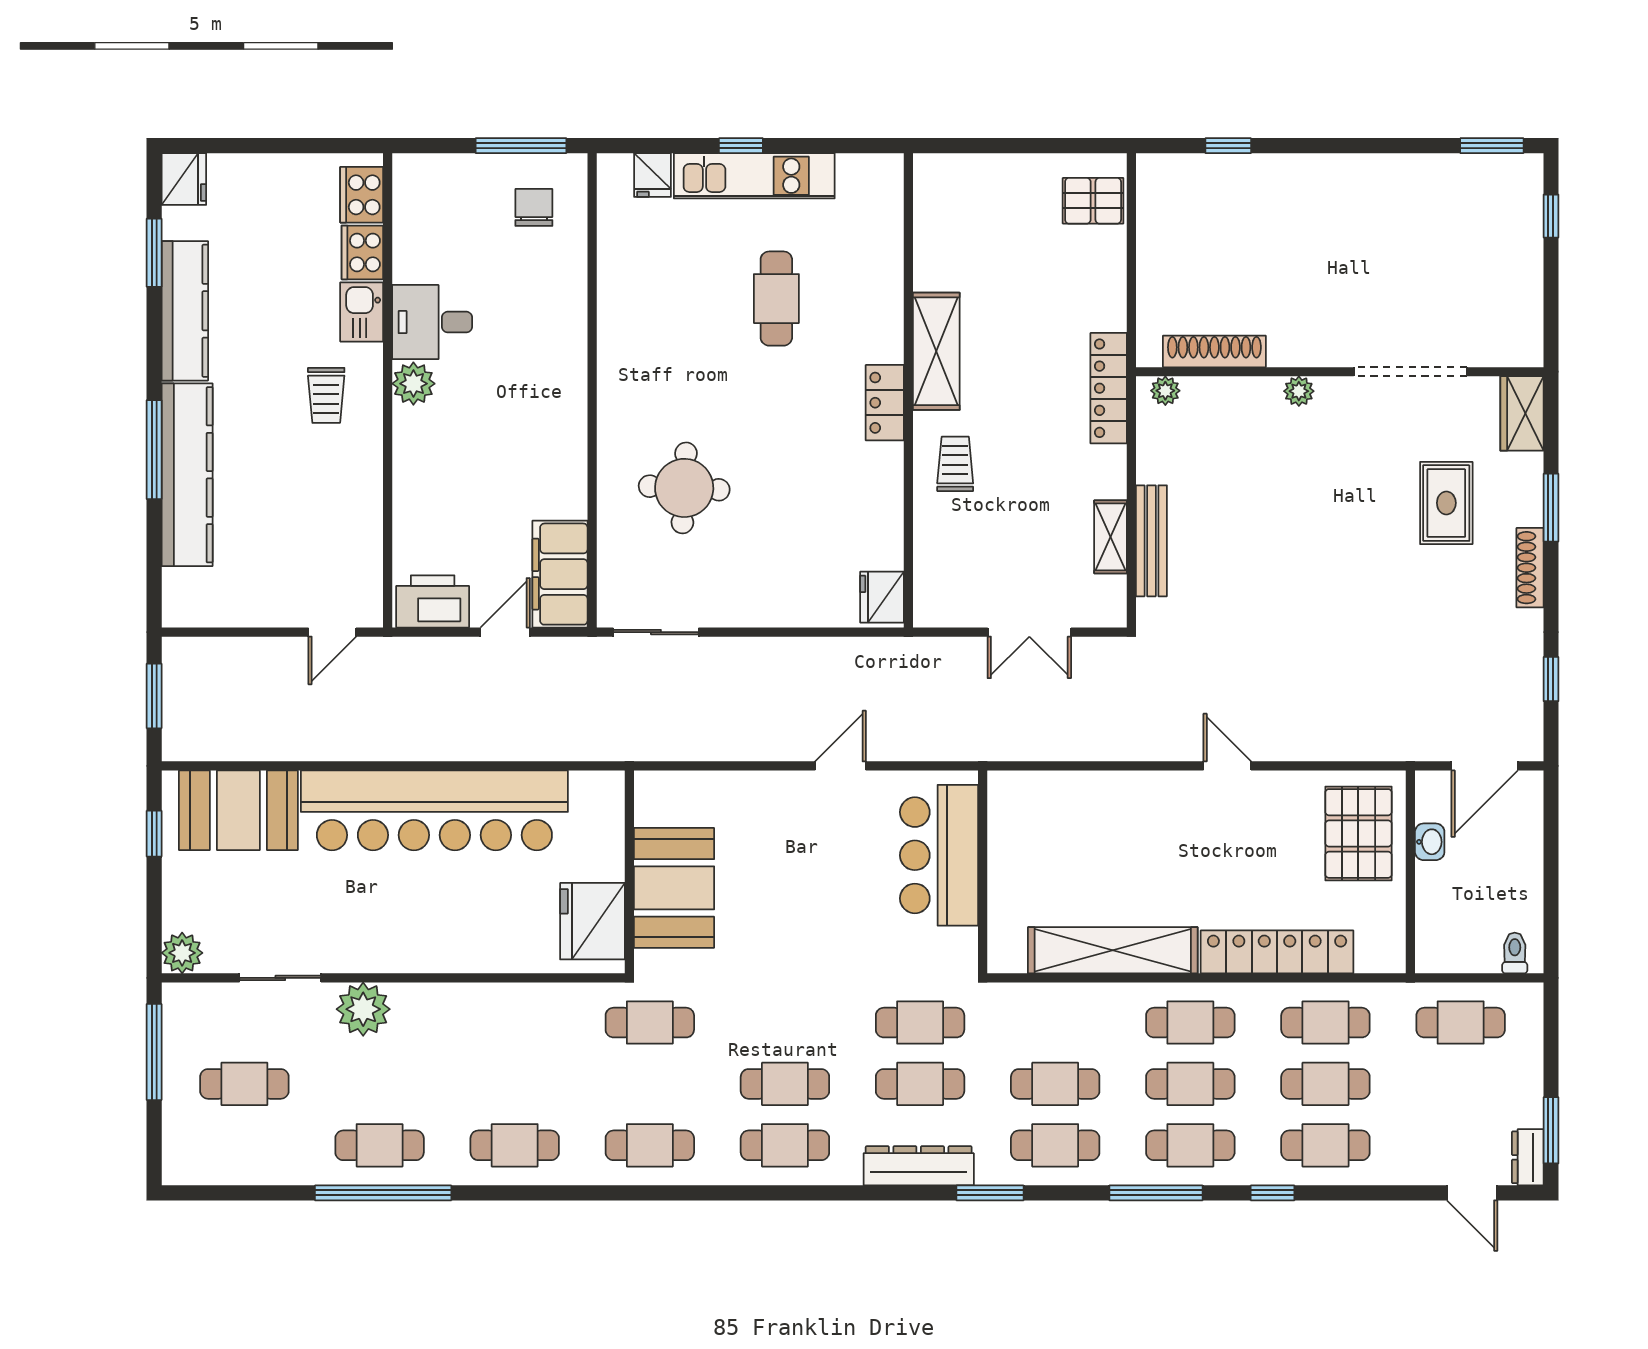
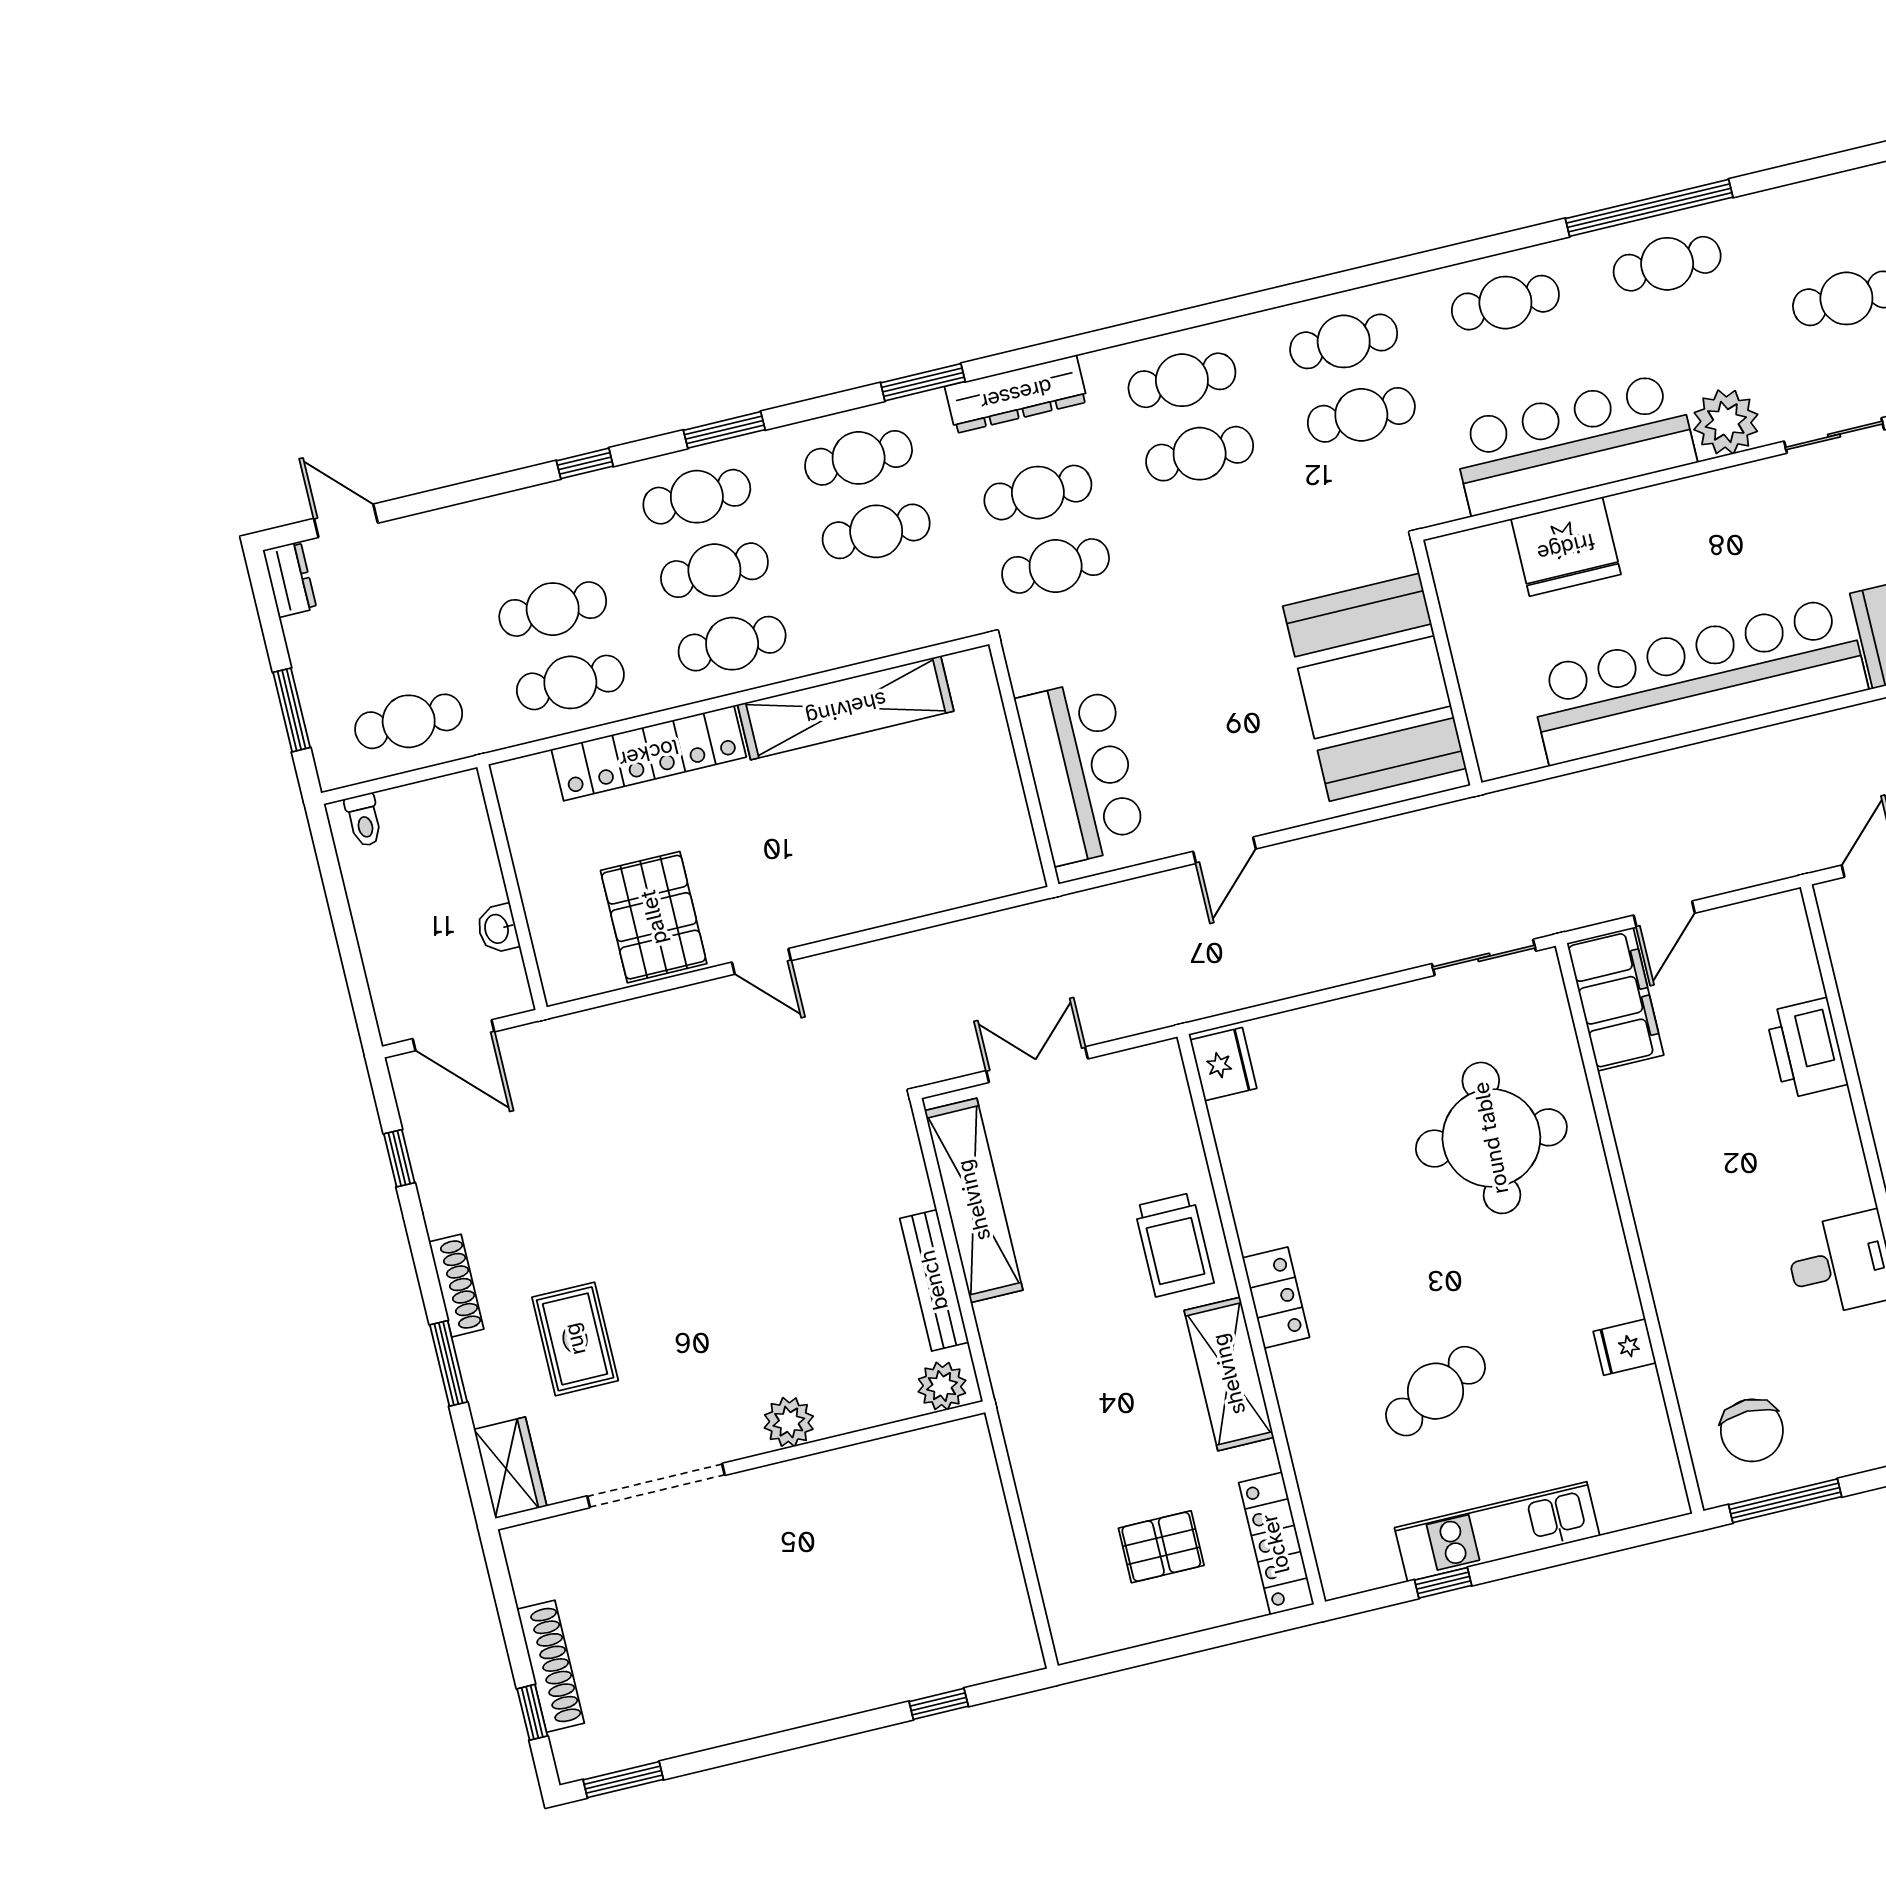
window: (741, 146) -> (1443, 1583), moved
fridge: (652, 175) -> (1625, 1347), moved, turned -90
pallet: (1093, 201) -> (1161, 1547), moved
chair: (534, 207) -> (1752, 1430), width x1.37, depth x1.37
cafe table: (776, 299) -> (1436, 1391), turned 64
shoe rack: (1214, 351) -> (551, 1666), moved, turned -90
plant: (413, 384) -> (1845, 1185), removed
locker: (1109, 388) -> (1276, 1544), moved, turned 180
plant: (1165, 391) -> (942, 1386), width x1.38, depth x1.38
plant: (1299, 391) -> (789, 1422), width x1.38, depth x1.38
trolley: (955, 464) -> (1174, 1245), width x1.36, depth x1.39
round table: (684, 488) -> (1491, 1138), width x1.36, depth x1.36
shelving: (1111, 537) -> (974, 1200), width x2.20, depth x1.33
bench: (1151, 541) -> (934, 1280), moved
printer: (433, 601) -> (1806, 1048), moved, turned 90
door: (1485, 766) -> (454, 1035), swing flipped
pallet: (1358, 833) -> (654, 917), moved
booth: (674, 888) -> (1374, 687), width x1.36, depth x1.42
fridge: (592, 921) -> (1566, 547), moved, turned 90
bar counter: (488, 1021) -> (1574, 444), added
cafe table: (650, 1023) -> (1361, 415), moved
window: (1551, 1130) -> (292, 710), moved
cafe table: (1325, 1145) -> (535, 536), removed
window: (1156, 1193) -> (724, 430), width x0.69

